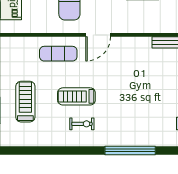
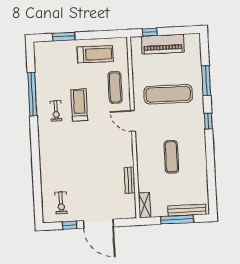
treadmill: (25, 102) -> (95, 54), moved
window: (130, 150) -> (32, 94), moved

